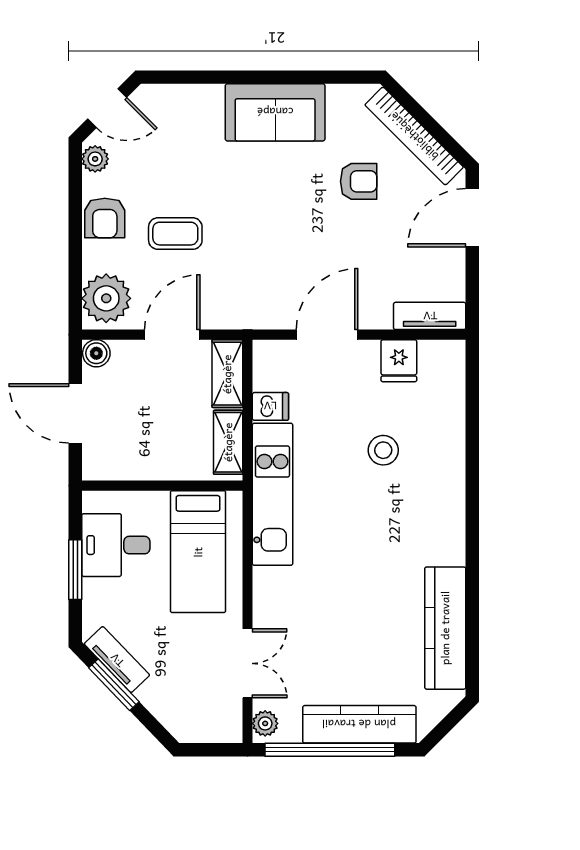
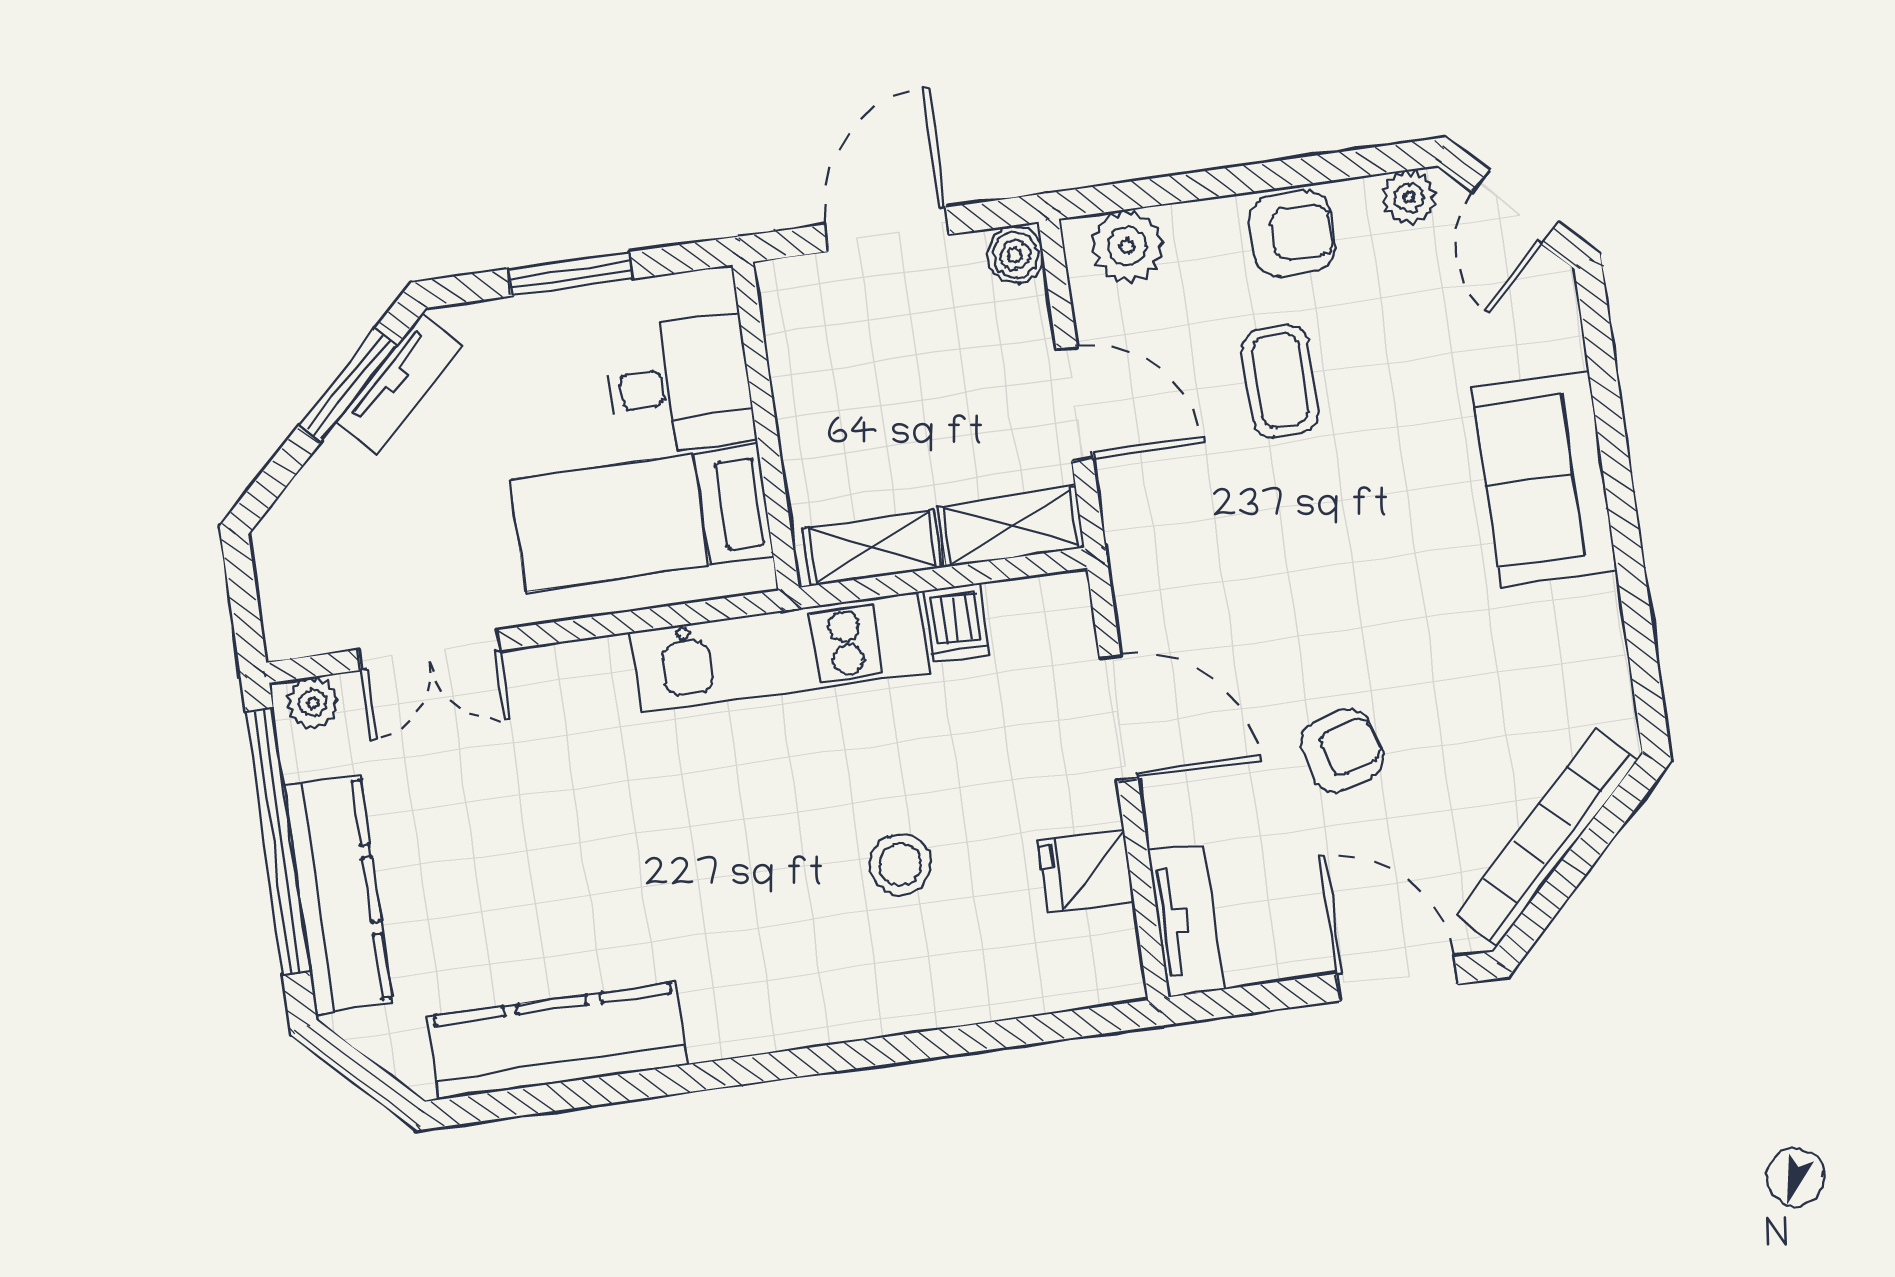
sofa: (275, 112) -> (1545, 479), moved
armchair: (359, 181) -> (1342, 750), moved, turned -107
armchair: (105, 218) -> (1292, 234), turned 180
plant: (106, 298) -> (1128, 246), width x0.73, depth x0.73
desk: (116, 545) -> (679, 385), moved, turned 90

